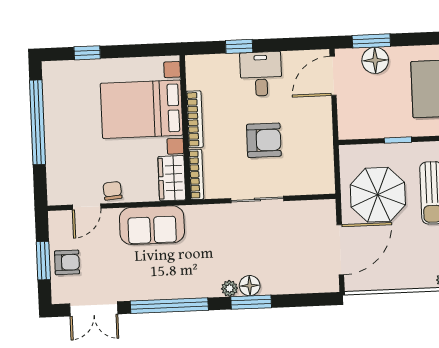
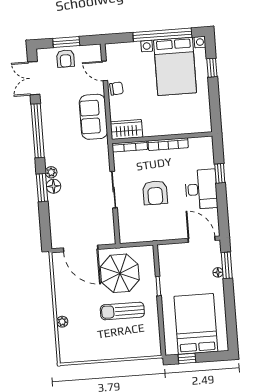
floor lamp: (375, 60) -> (218, 272), width x0.53, depth x0.53
desk: (261, 74) -> (201, 189), width x1.37
bed with nightstands: (142, 109) -> (175, 66), moved, turned 180

